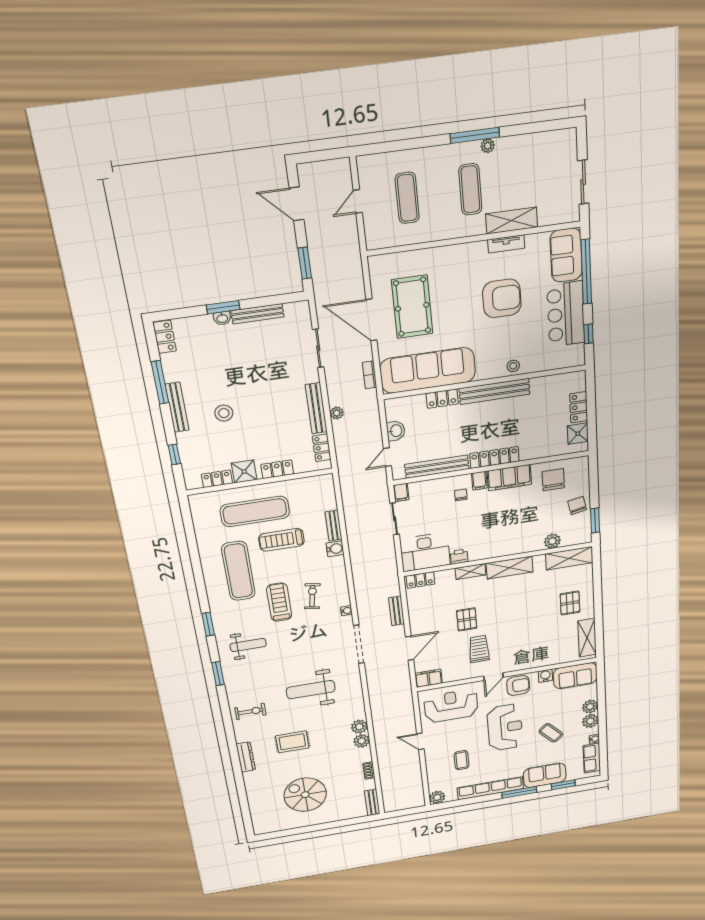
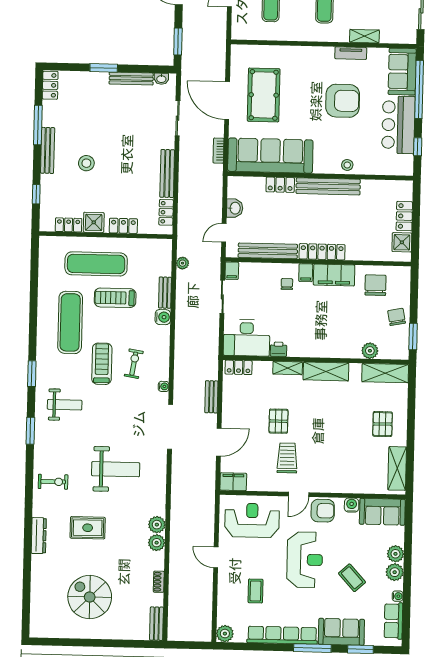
shelving: (512, 221) -> (364, 36), width x0.67, depth x0.75
washbasin: (222, 318) -> (161, 79), moved
plant: (337, 413) -> (183, 263), moved
weight bench: (311, 690) -> (116, 469), turned 180

